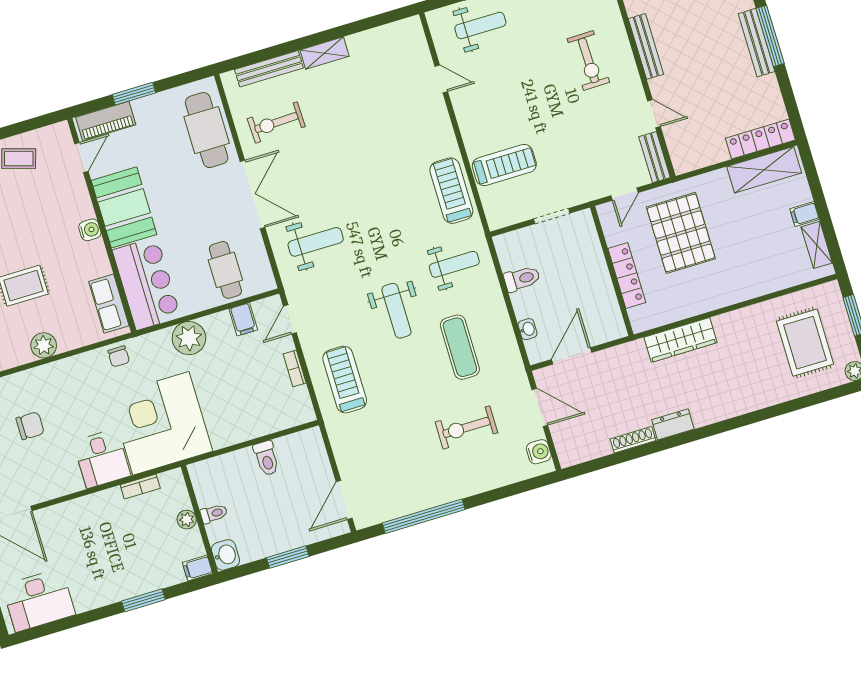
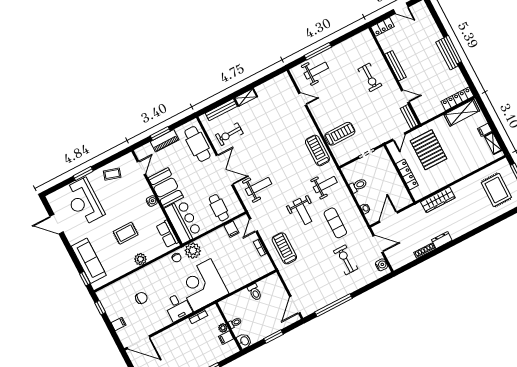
piano: (106, 121) -> (165, 141), moved
plant: (189, 338) -> (193, 251), moved
exercise bike: (466, 427) -> (346, 260), turned 90
filing cabinet: (198, 568) -> (226, 338), moved

